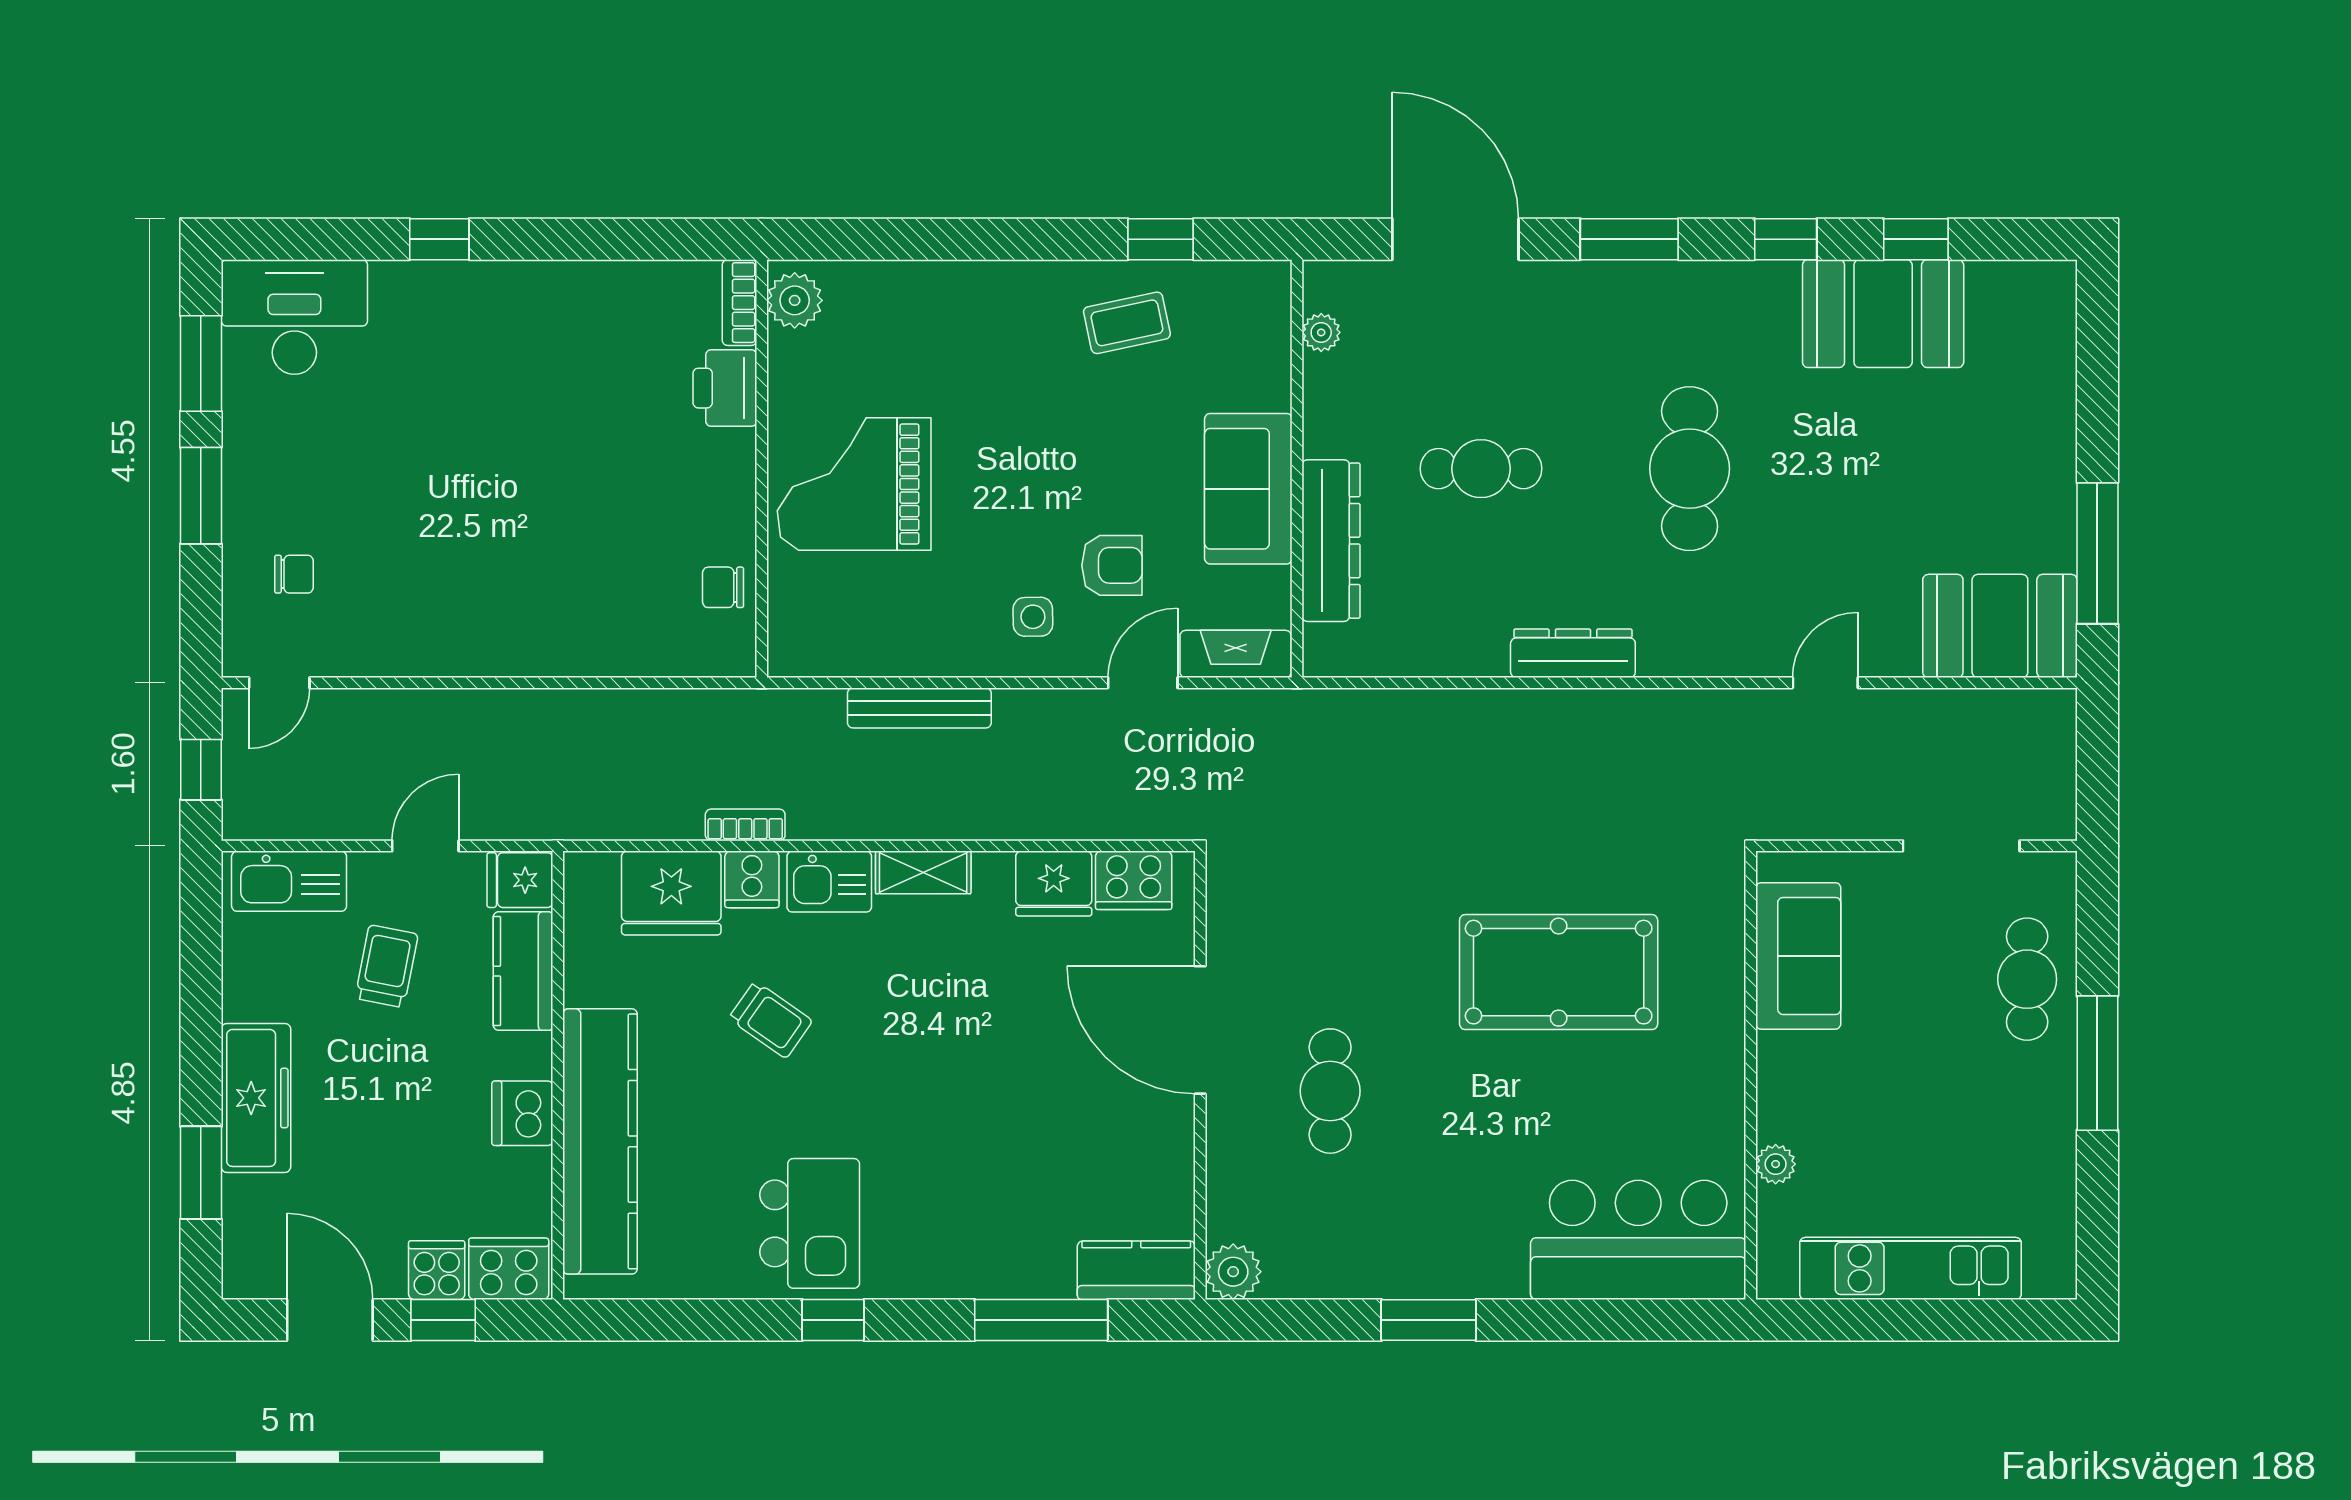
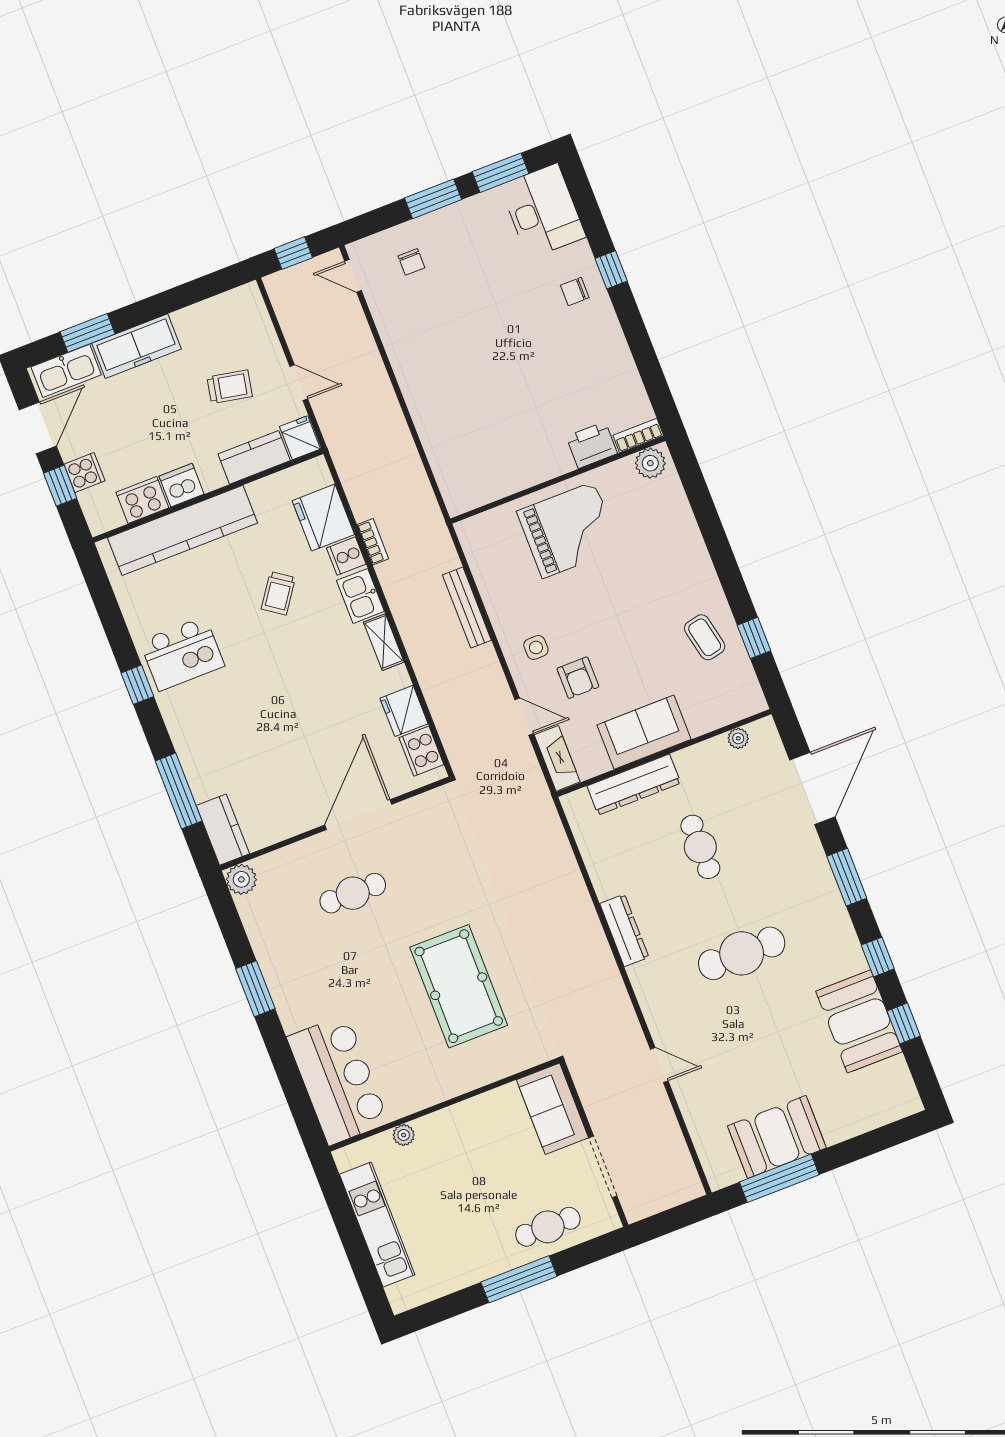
grand piano: (854, 484) -> (568, 530), turned 90
chair: (723, 587) -> (575, 292), moved, turned -90
booth: (2000, 626) -> (777, 1137), moved, turned 90
kitchen sink: (289, 881) -> (66, 371), moved, turned -90
sofa: (1798, 956) -> (552, 1109), moved, turned 90
cooker: (509, 1269) -> (142, 500), moved, turned -90

